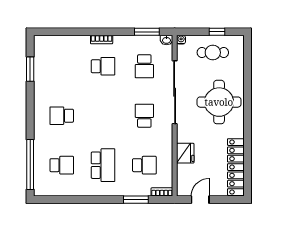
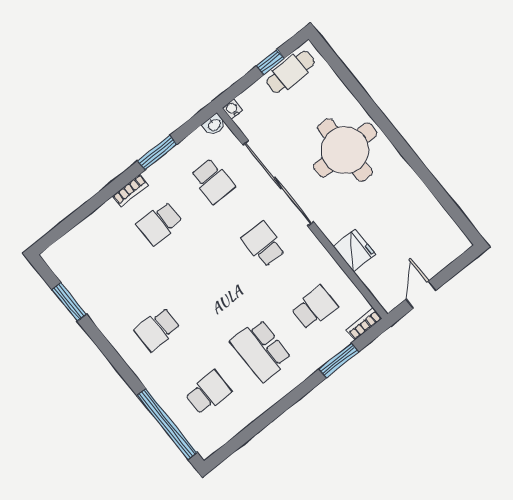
window: (147, 32) -> (157, 153), moved
cafe table: (213, 53) -> (291, 72), moved
school desk: (103, 66) -> (160, 223), turned 180
school desk: (103, 165) -> (261, 350), turned 180
locker: (236, 167) -> (433, 216), removed

